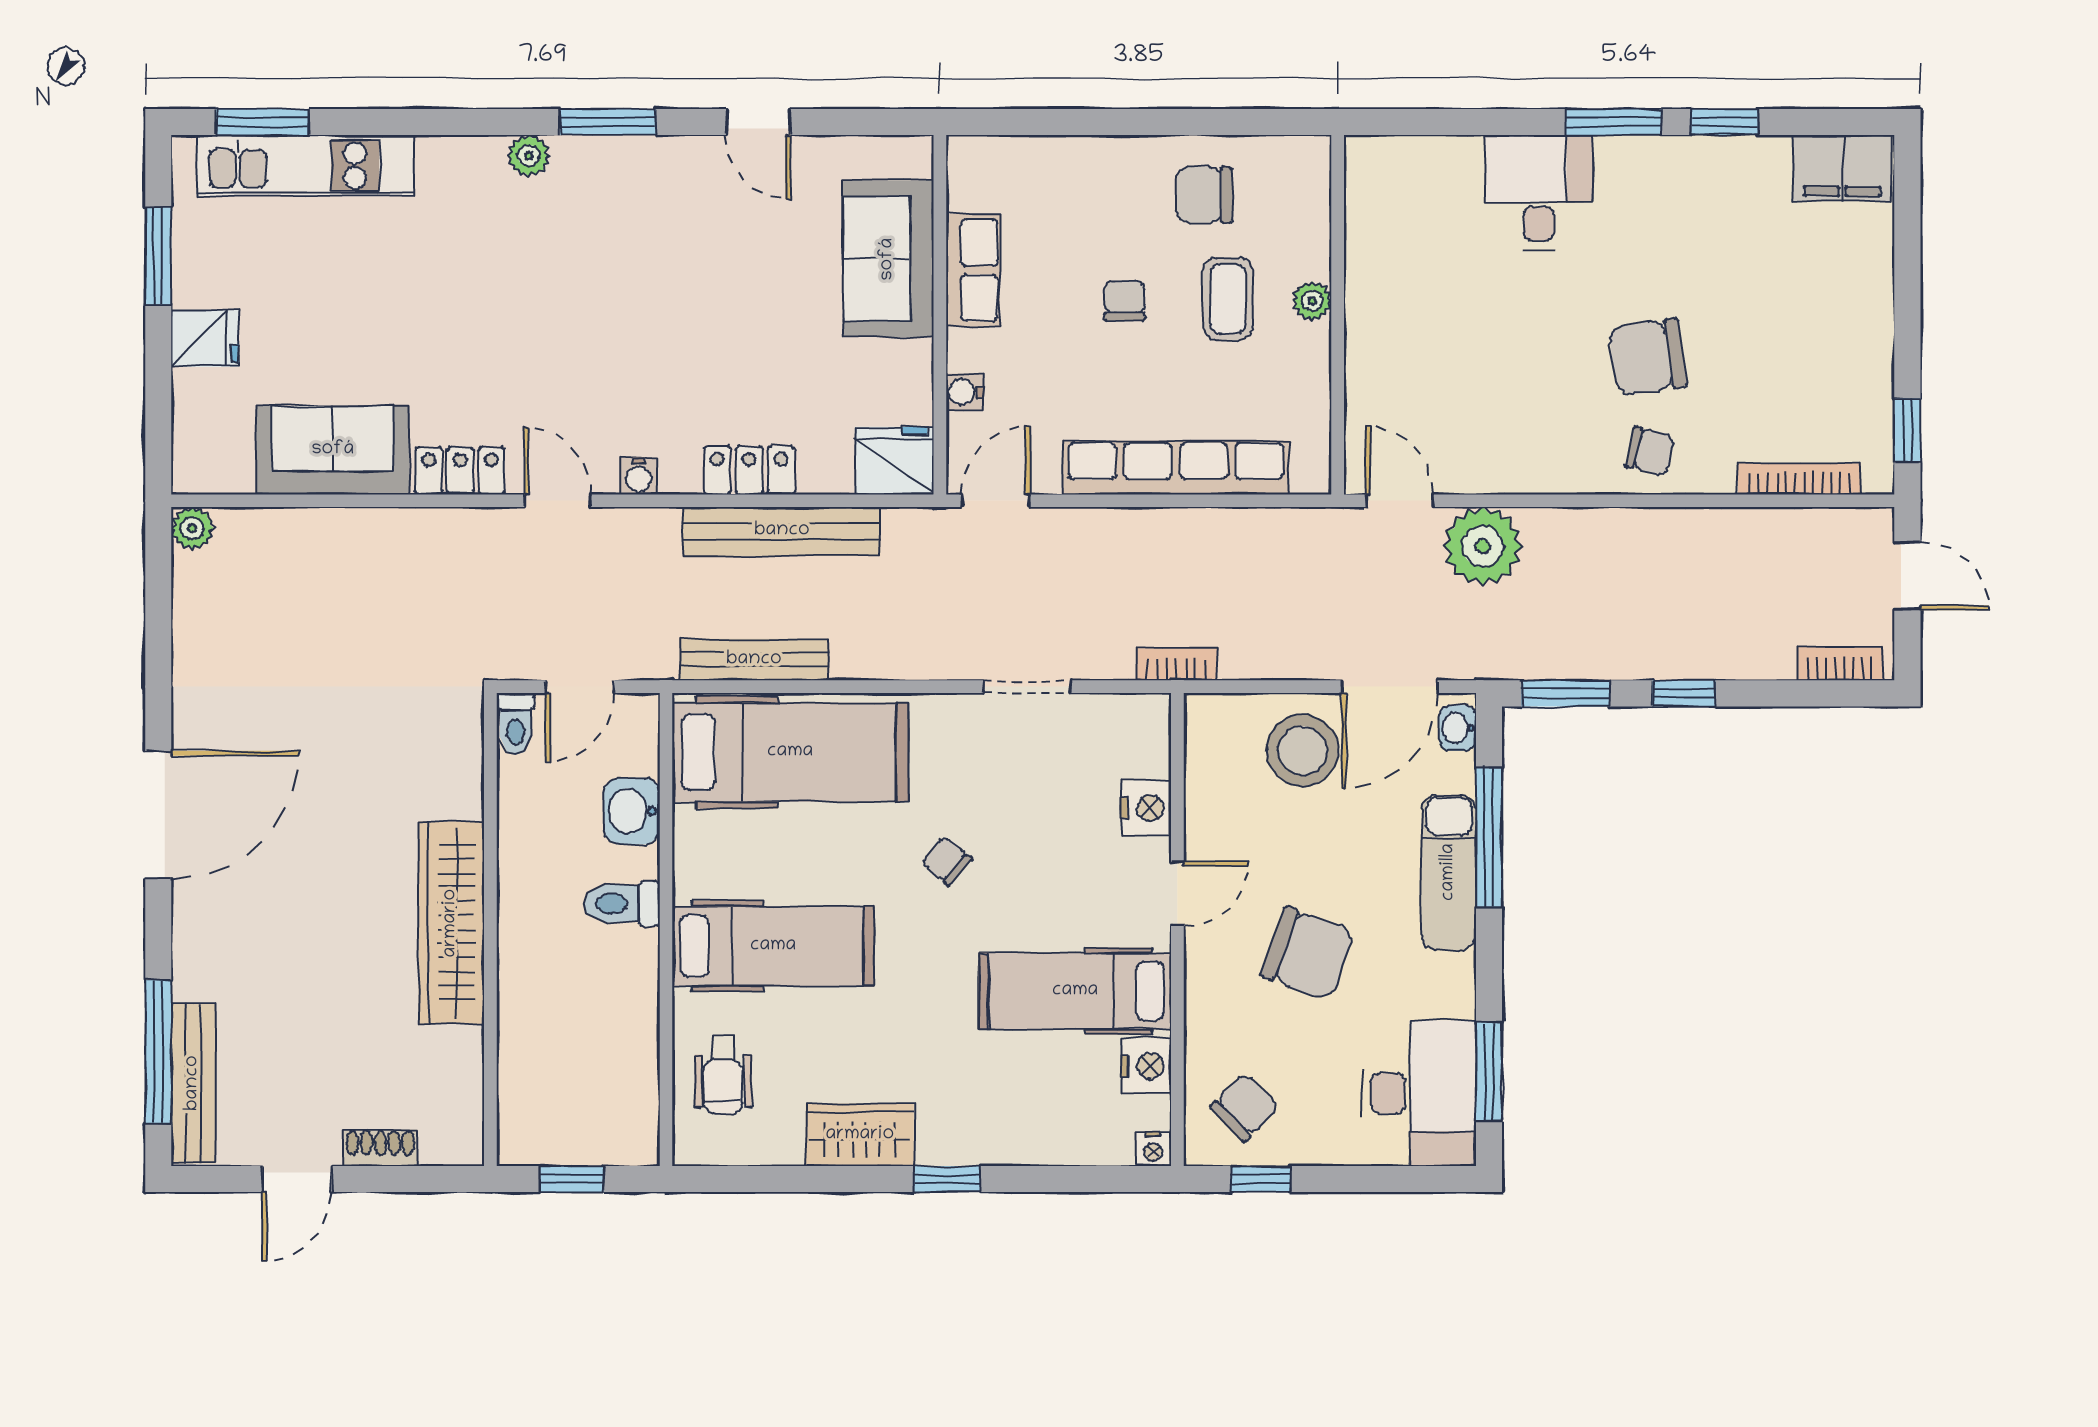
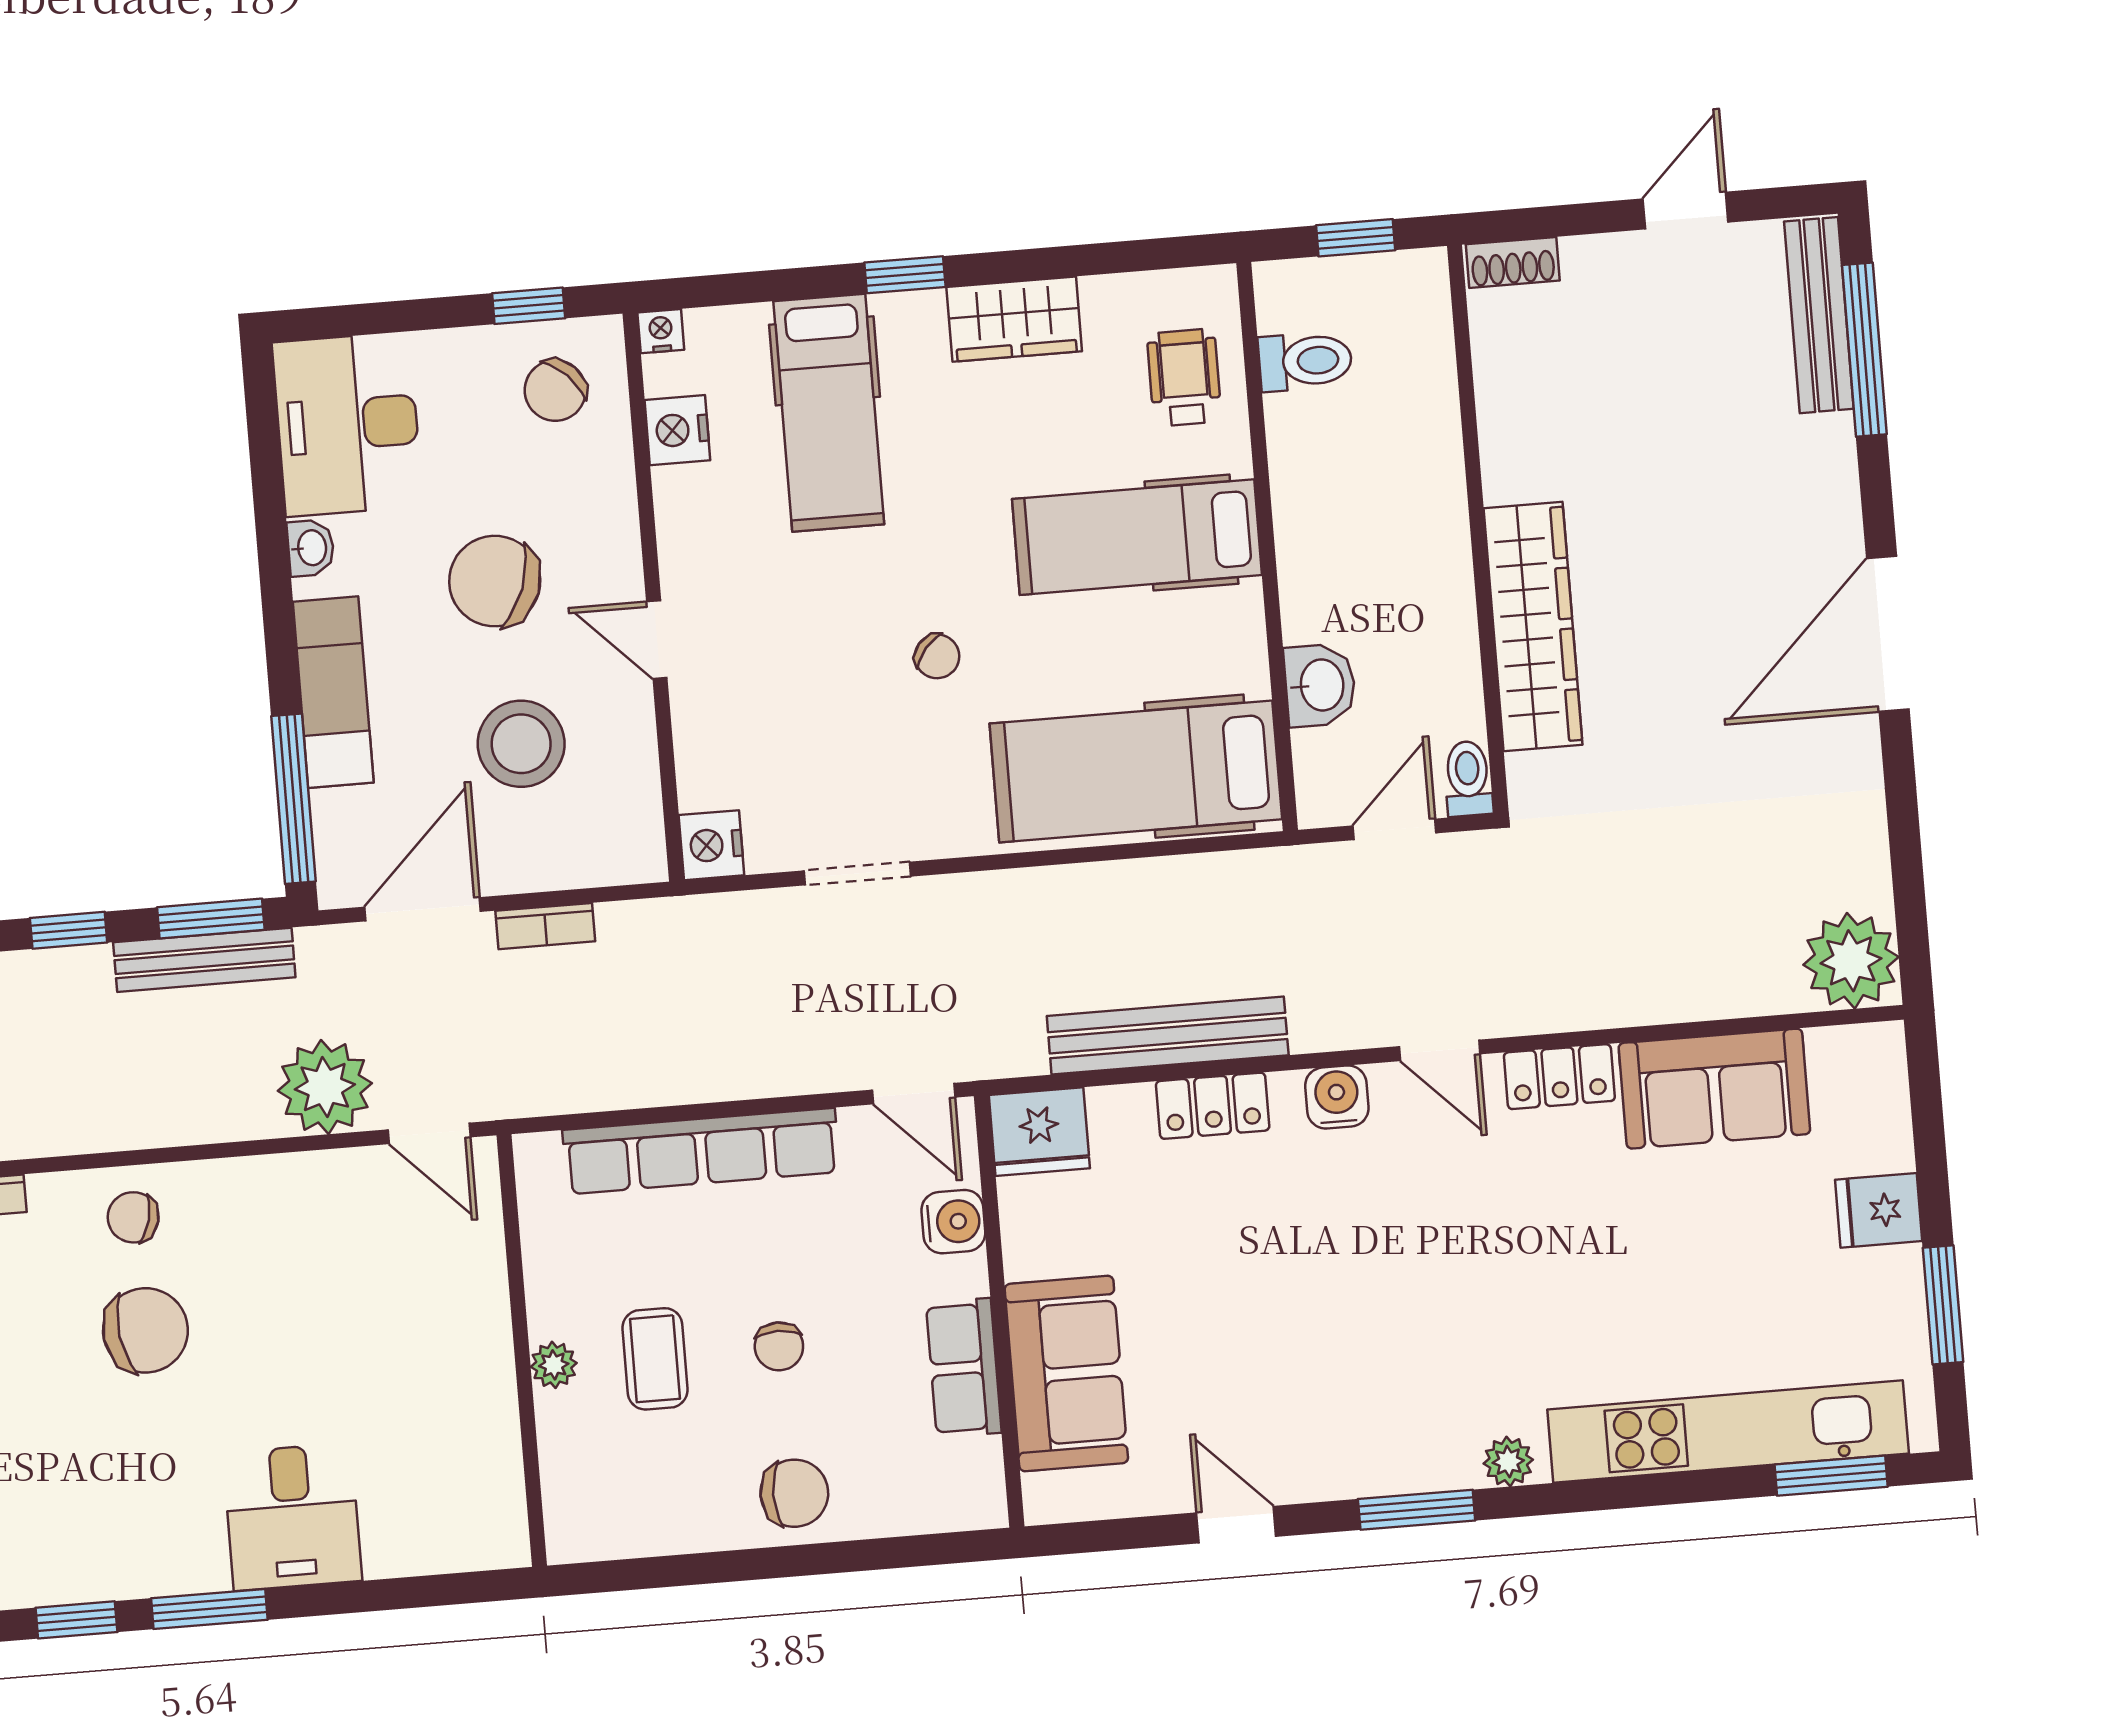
kitchen unit: (305, 166) -> (1728, 1432), width x1.36
chair: (1204, 195) -> (794, 1493), moved
water cooler: (965, 392) -> (953, 1222), width x1.38, depth x1.38
water cooler: (639, 476) -> (1337, 1097), width x1.38, depth x1.38
door: (996, 501) -> (914, 1094), hinge flipped
plant: (192, 528) -> (1851, 961), width x1.88, depth x1.88
bench: (754, 660) -> (204, 960), moved
bookcase: (1177, 664) -> (545, 926), moved
washbasin: (1458, 728) -> (311, 548), moved
stool: (1302, 751) -> (521, 744), moved
nightstand: (1146, 808) -> (711, 845), moved
window: (1489, 837) -> (294, 799), moved
door: (1177, 894) -> (657, 640), hinge flipped
toilet: (622, 904) -> (1305, 361), moved
wardrobe: (451, 923) -> (1533, 626), moved
hospital bed: (1075, 991) -> (829, 413), moved, turned 90
window: (1489, 1072) -> (265, 457), removed
shoe rack: (380, 1148) -> (1513, 262), moved

